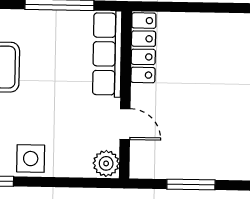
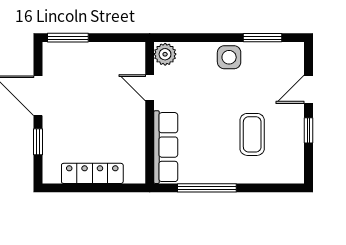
locker: (143, 48) -> (92, 173), moved, turned 90
window: (191, 185) -> (68, 38), moved

